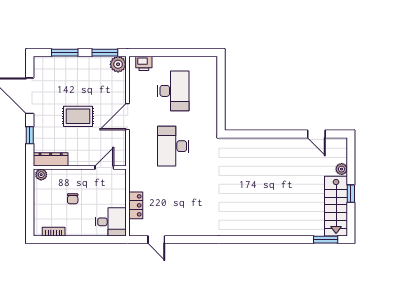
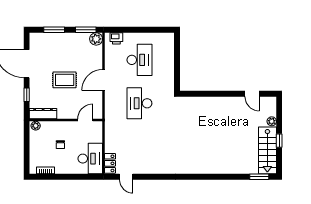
locker: (136, 205) -> (110, 163), moved
desk: (111, 222) -> (90, 159), width x1.37

